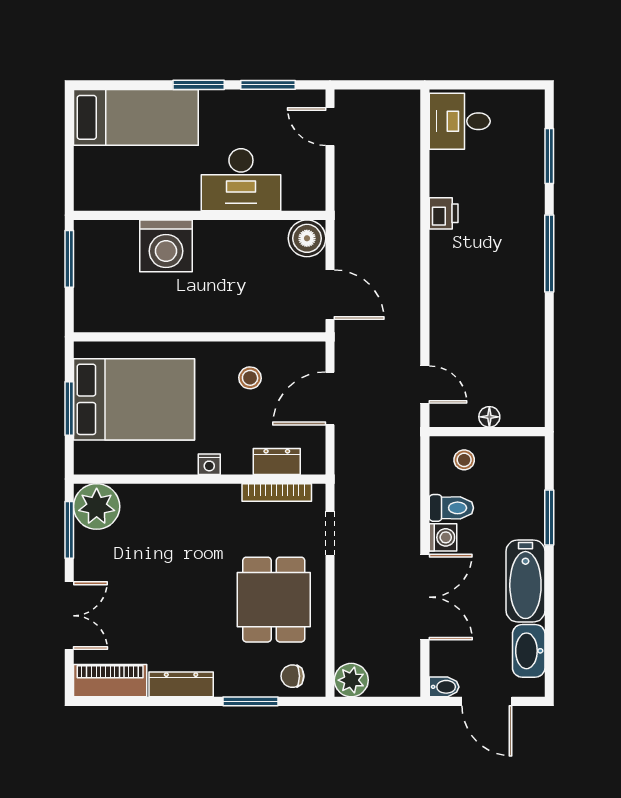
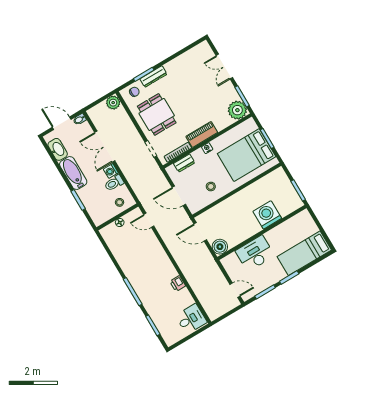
door: (330, 398) -> (179, 196), swing flipped
piano: (110, 681) -> (202, 134), moved, turned 180
dresser: (181, 684) -> (153, 77), moved

